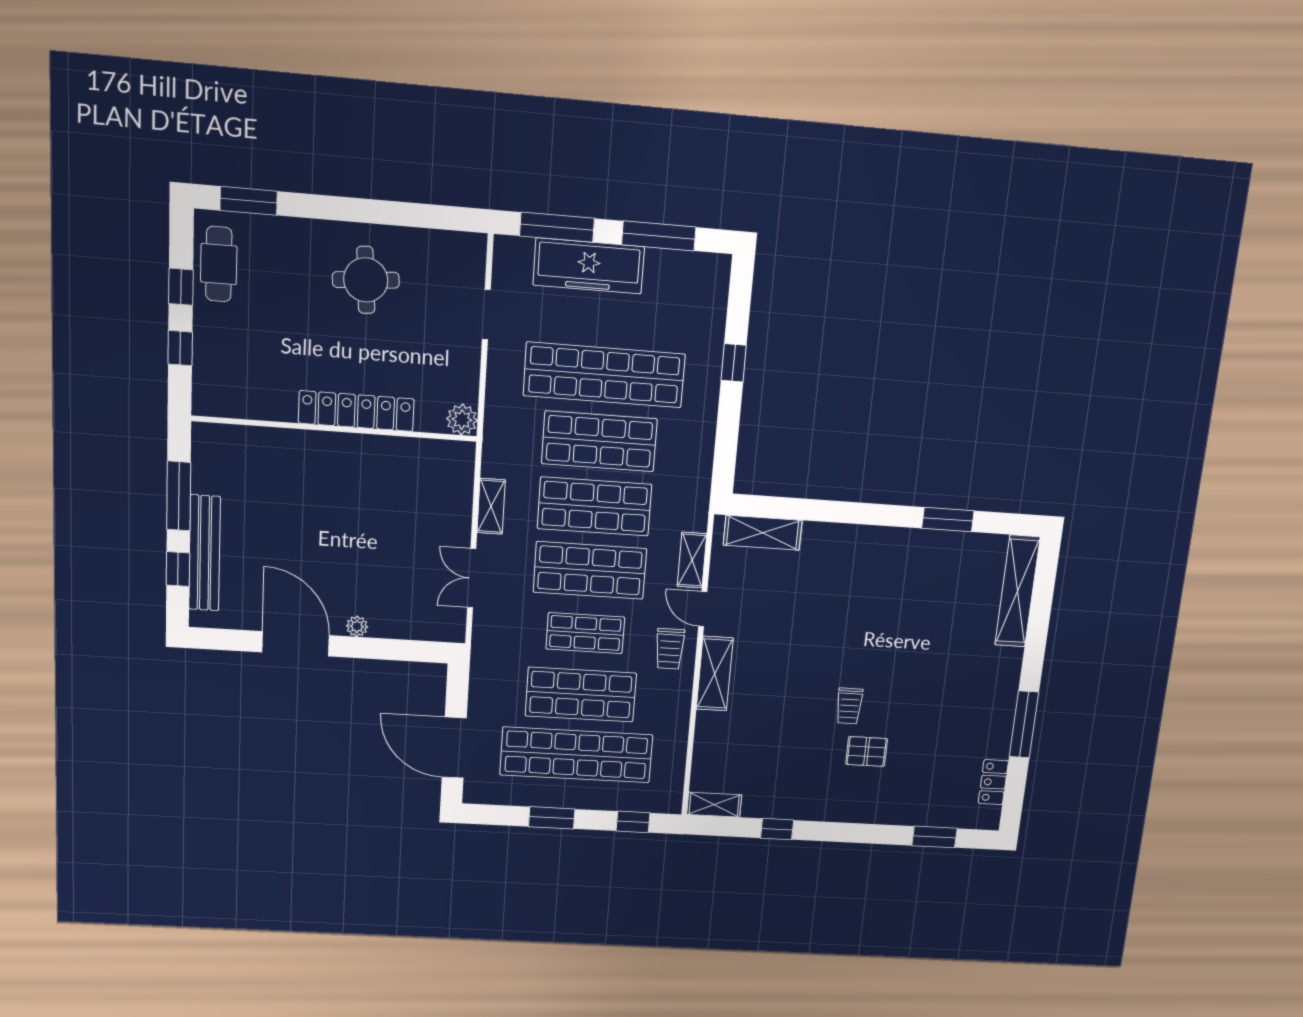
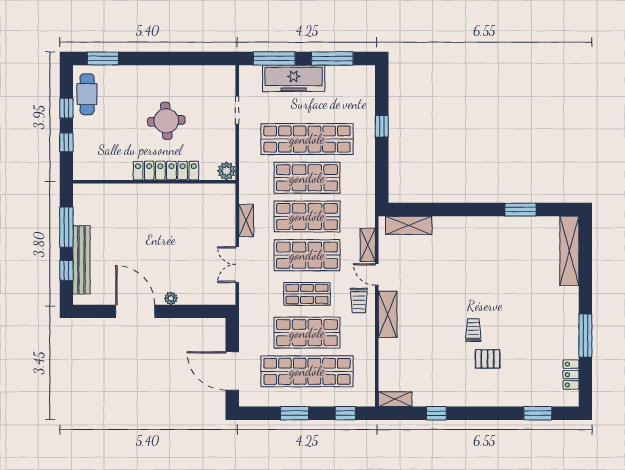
round table: (366, 280) -> (166, 121), moved
trolley: (849, 706) -> (473, 330), turned 180

